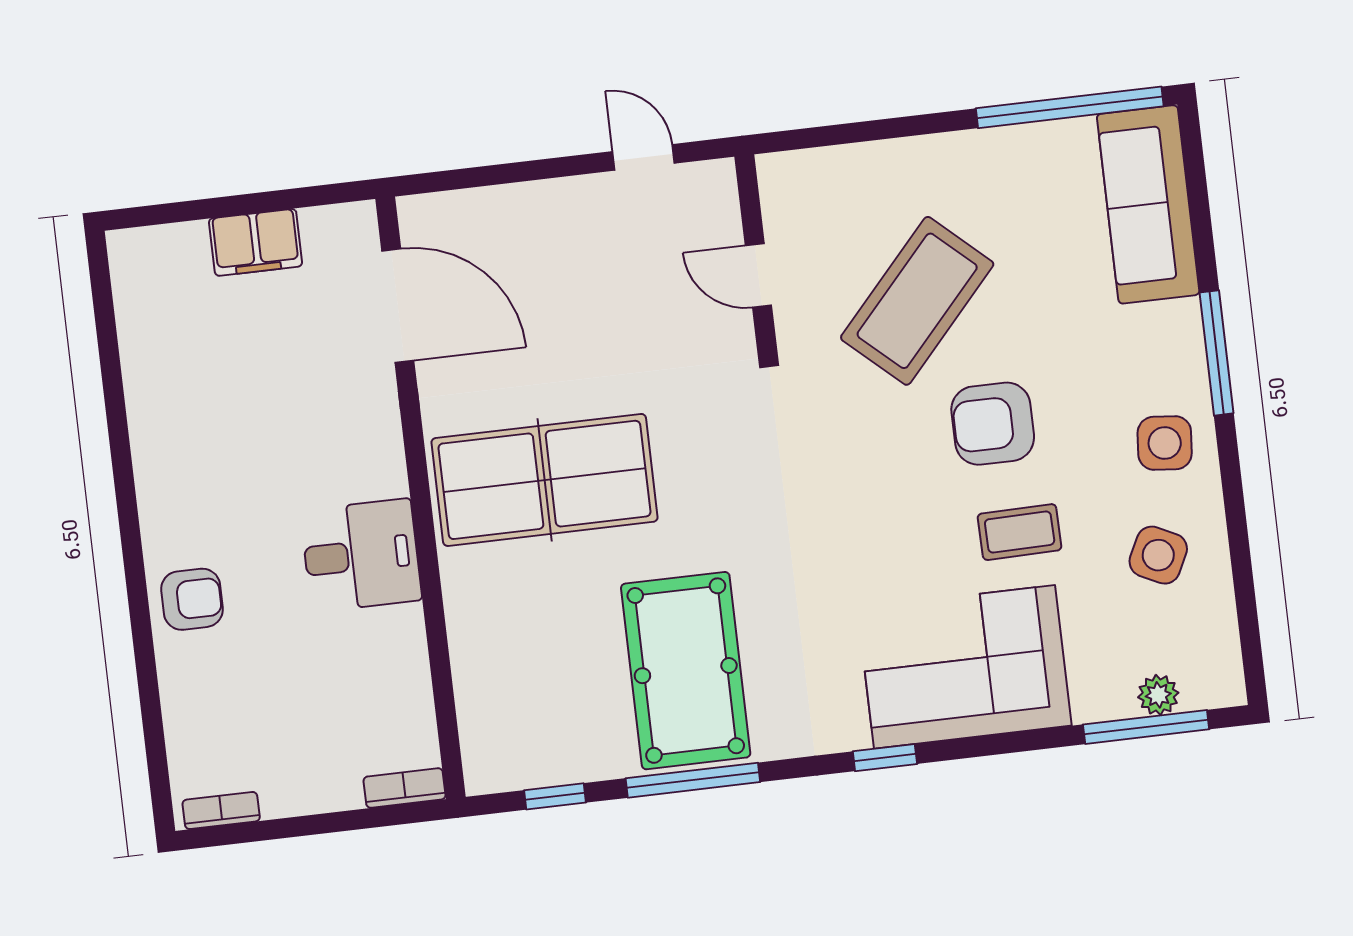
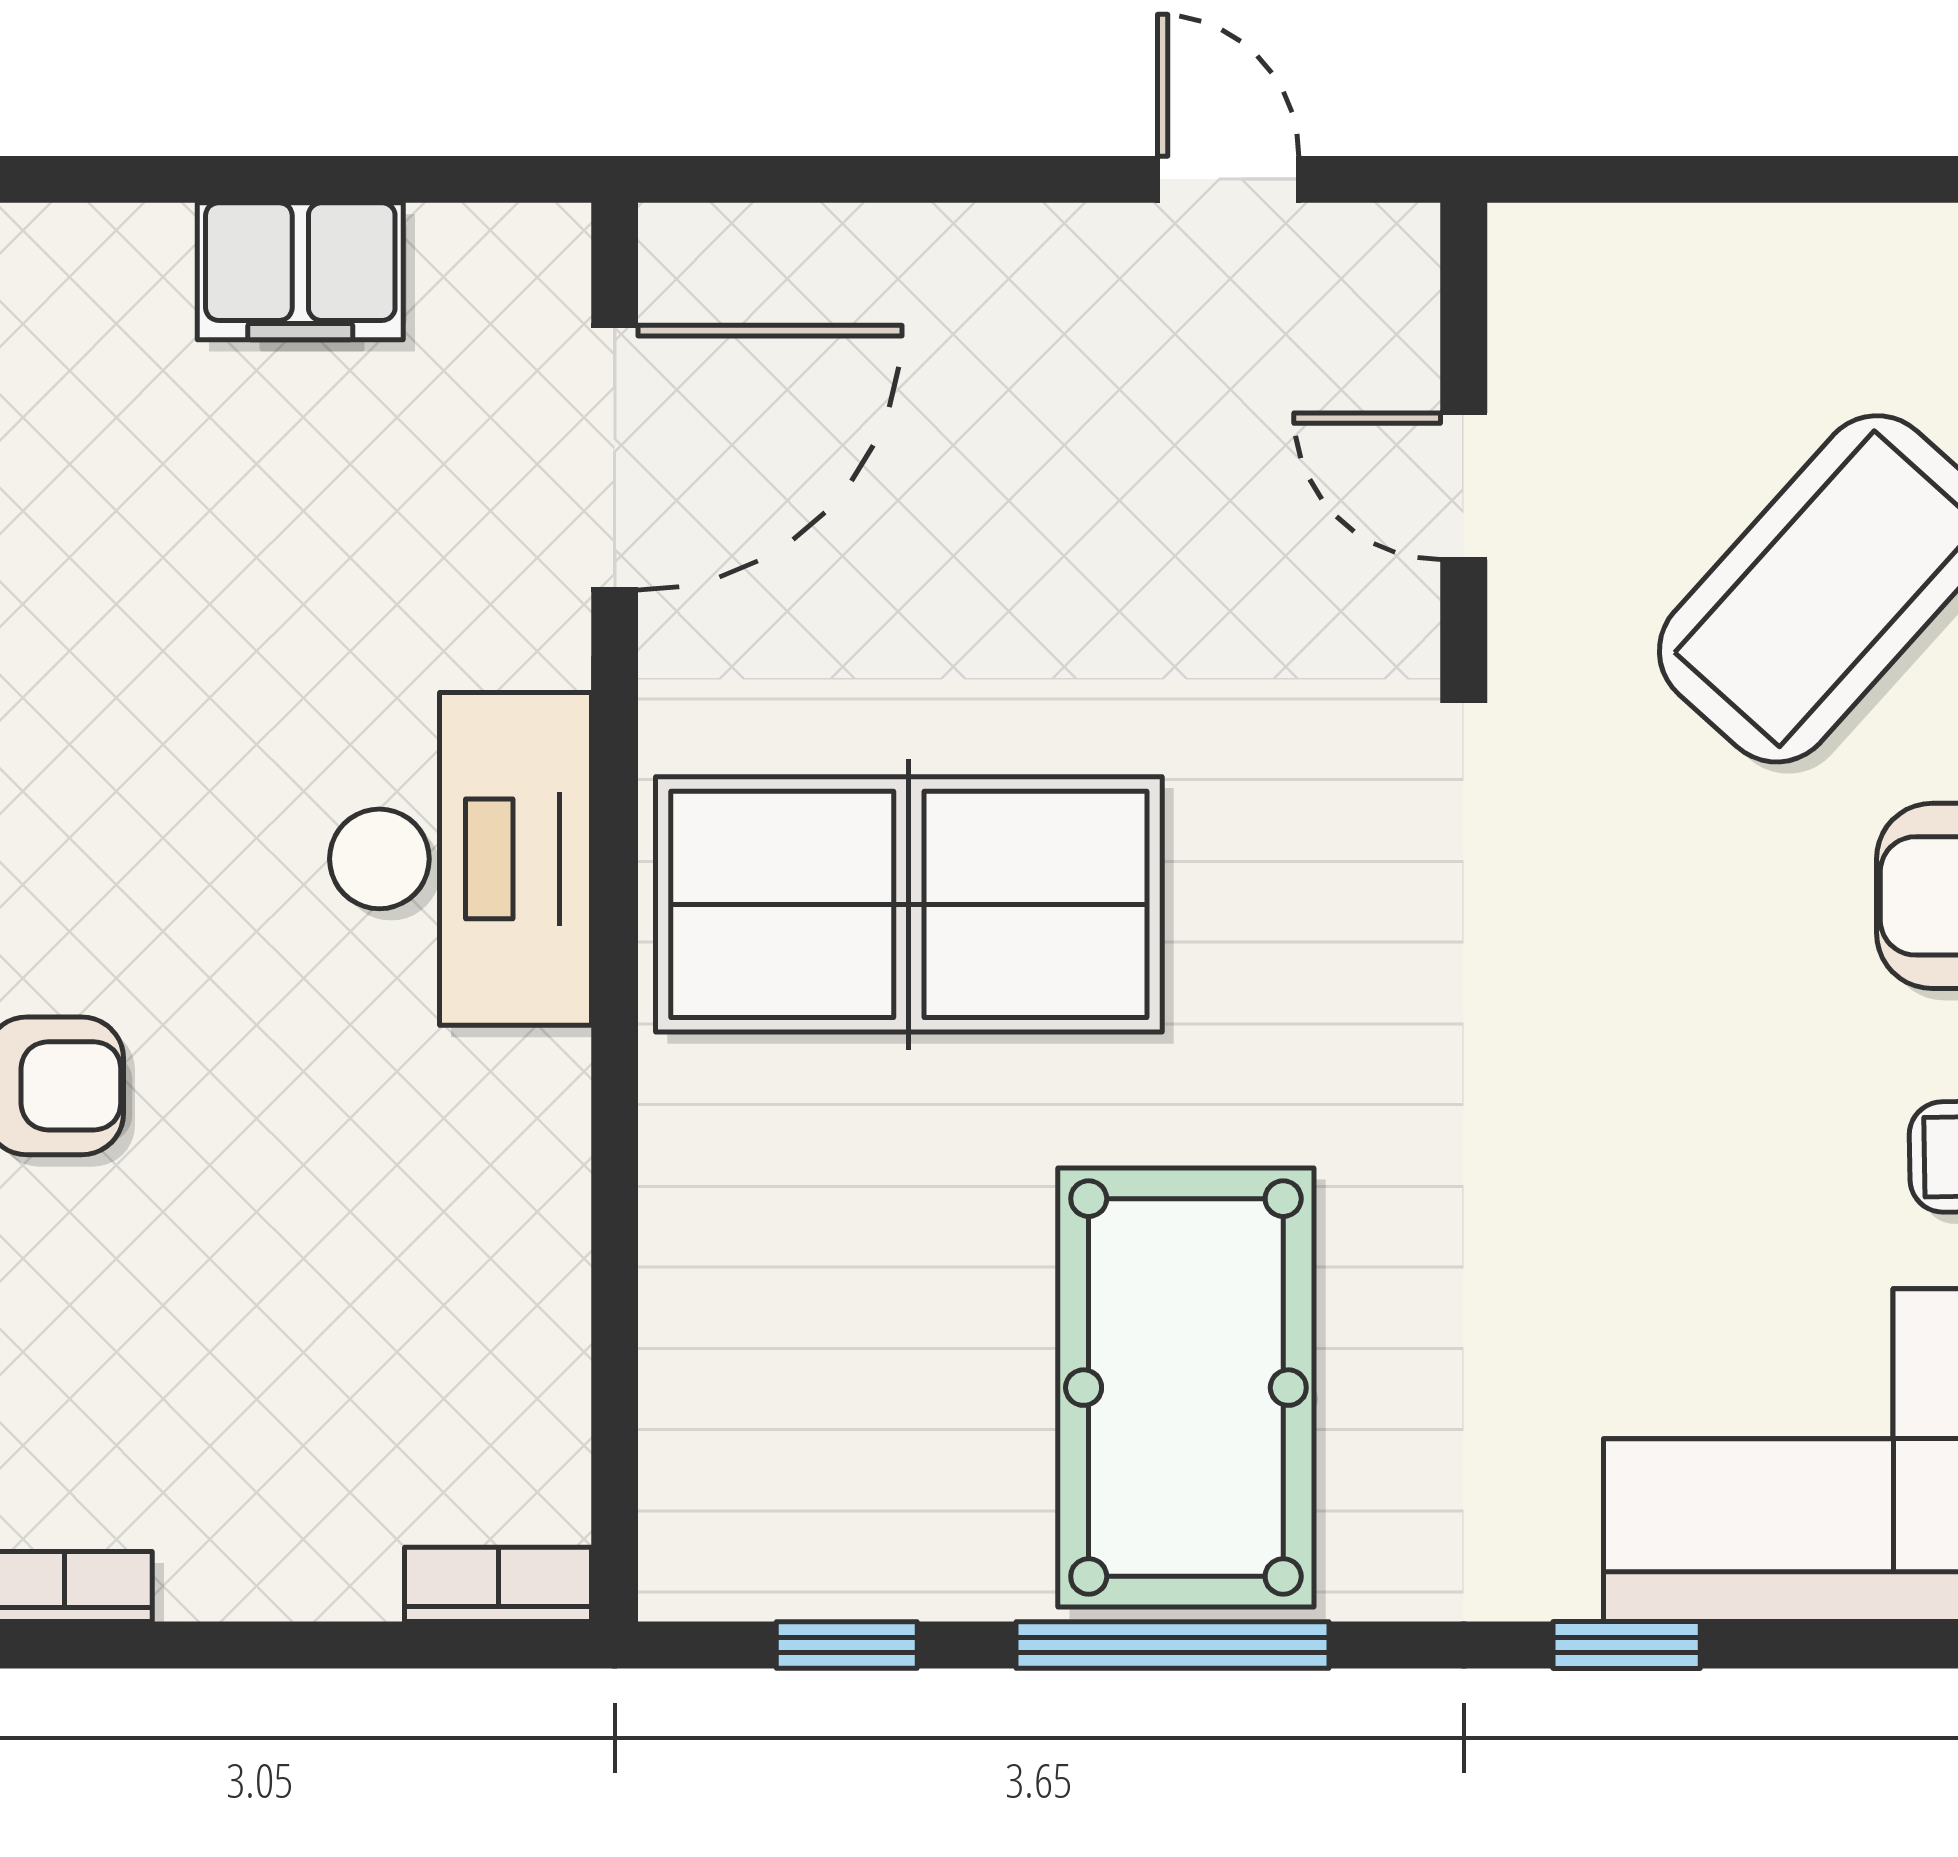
door: (398, 306) -> (615, 458), hinge flipped
desk: (361, 555) -> (460, 859), moved, width x1.37

